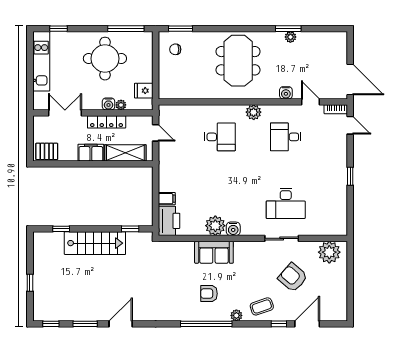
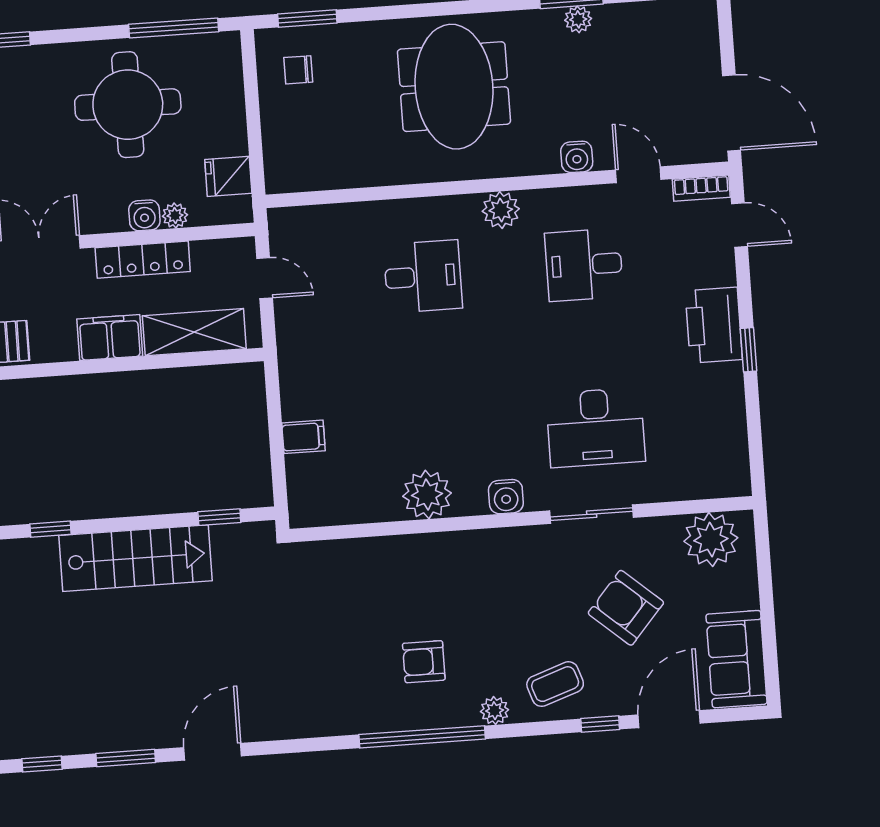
printer: (169, 221) -> (714, 325), moved, turned 180
water cooler: (233, 229) -> (506, 497), moved
sofa: (214, 252) -> (737, 659), moved, turned 90

